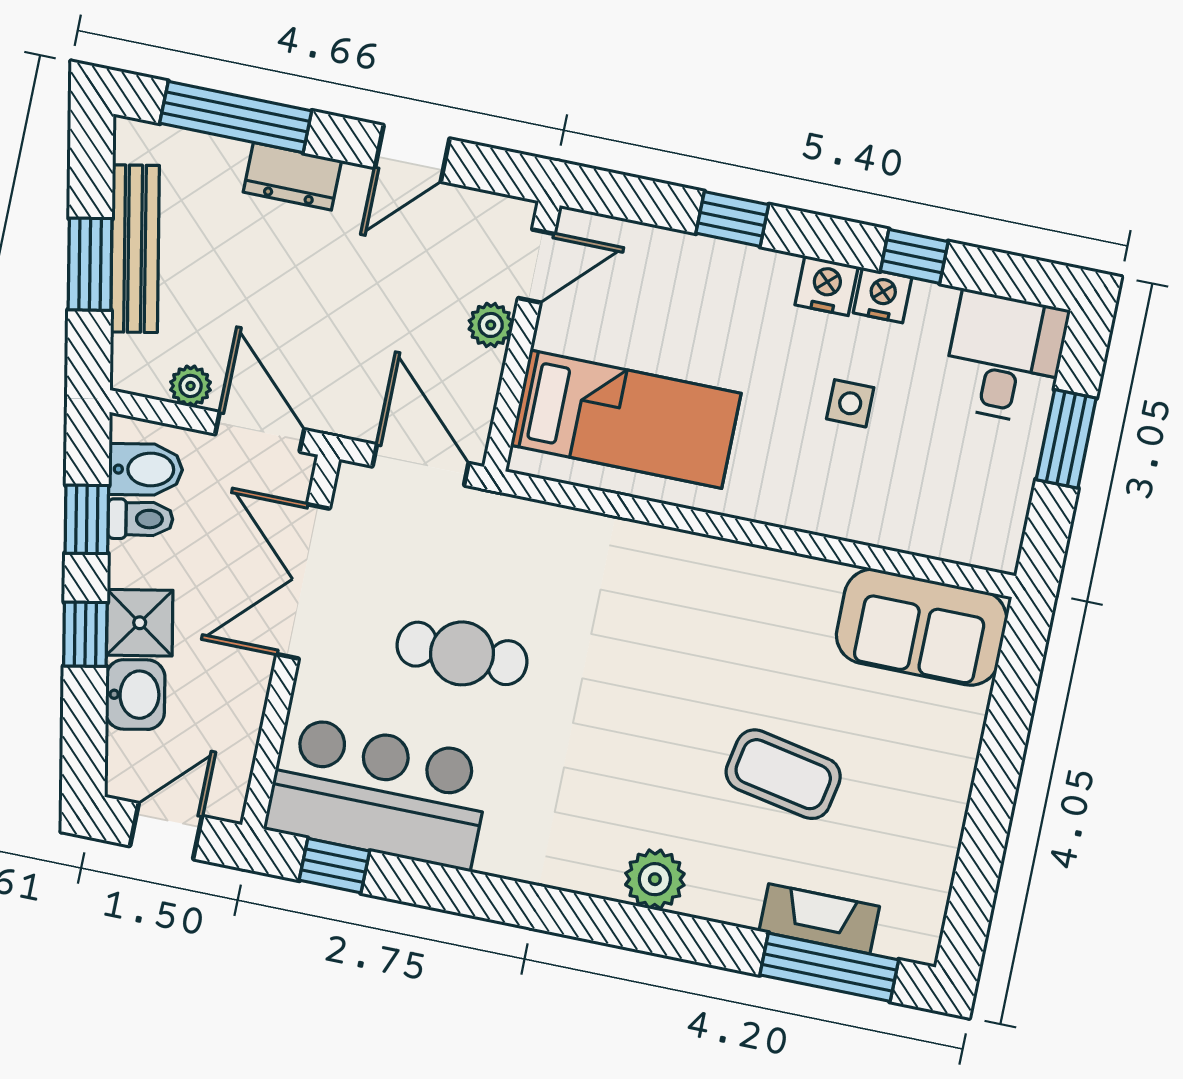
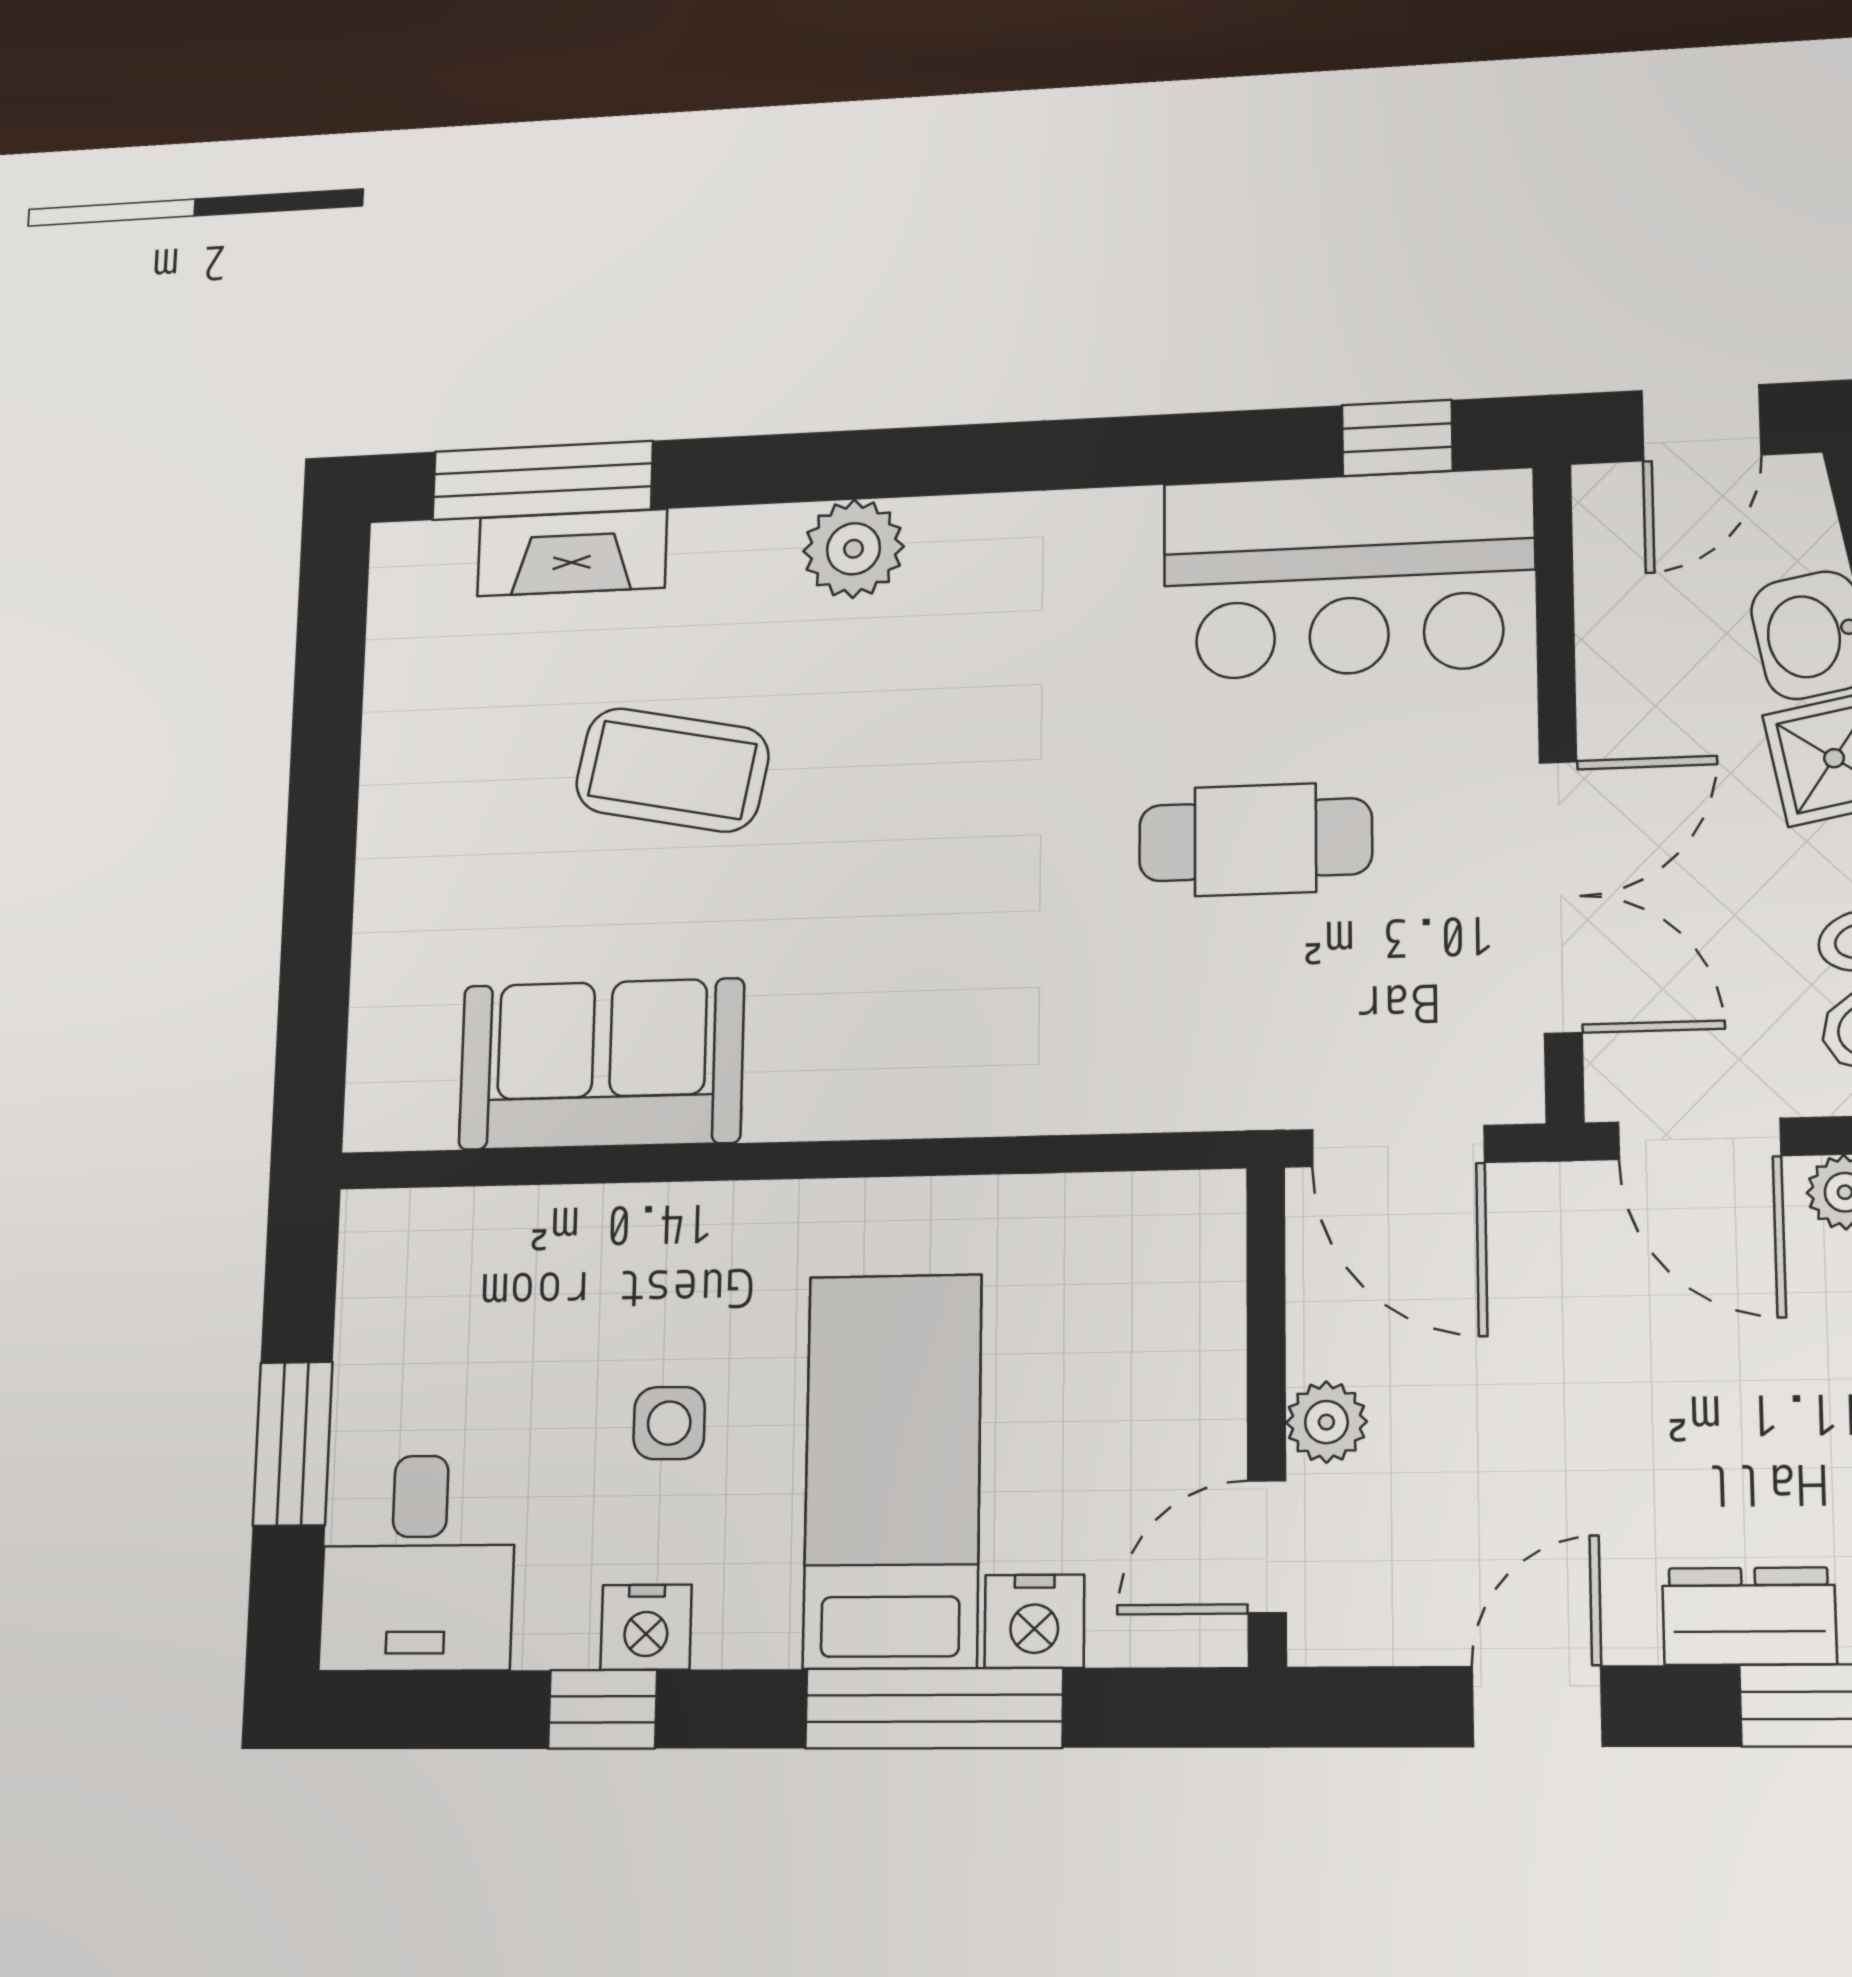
window: (732, 219) -> (934, 1708), width x2.17
nightstand: (827, 286) -> (1034, 1621), moved
bed: (626, 419) -> (893, 1470), moved, turned 90
sofa: (922, 627) -> (601, 1064), moved

